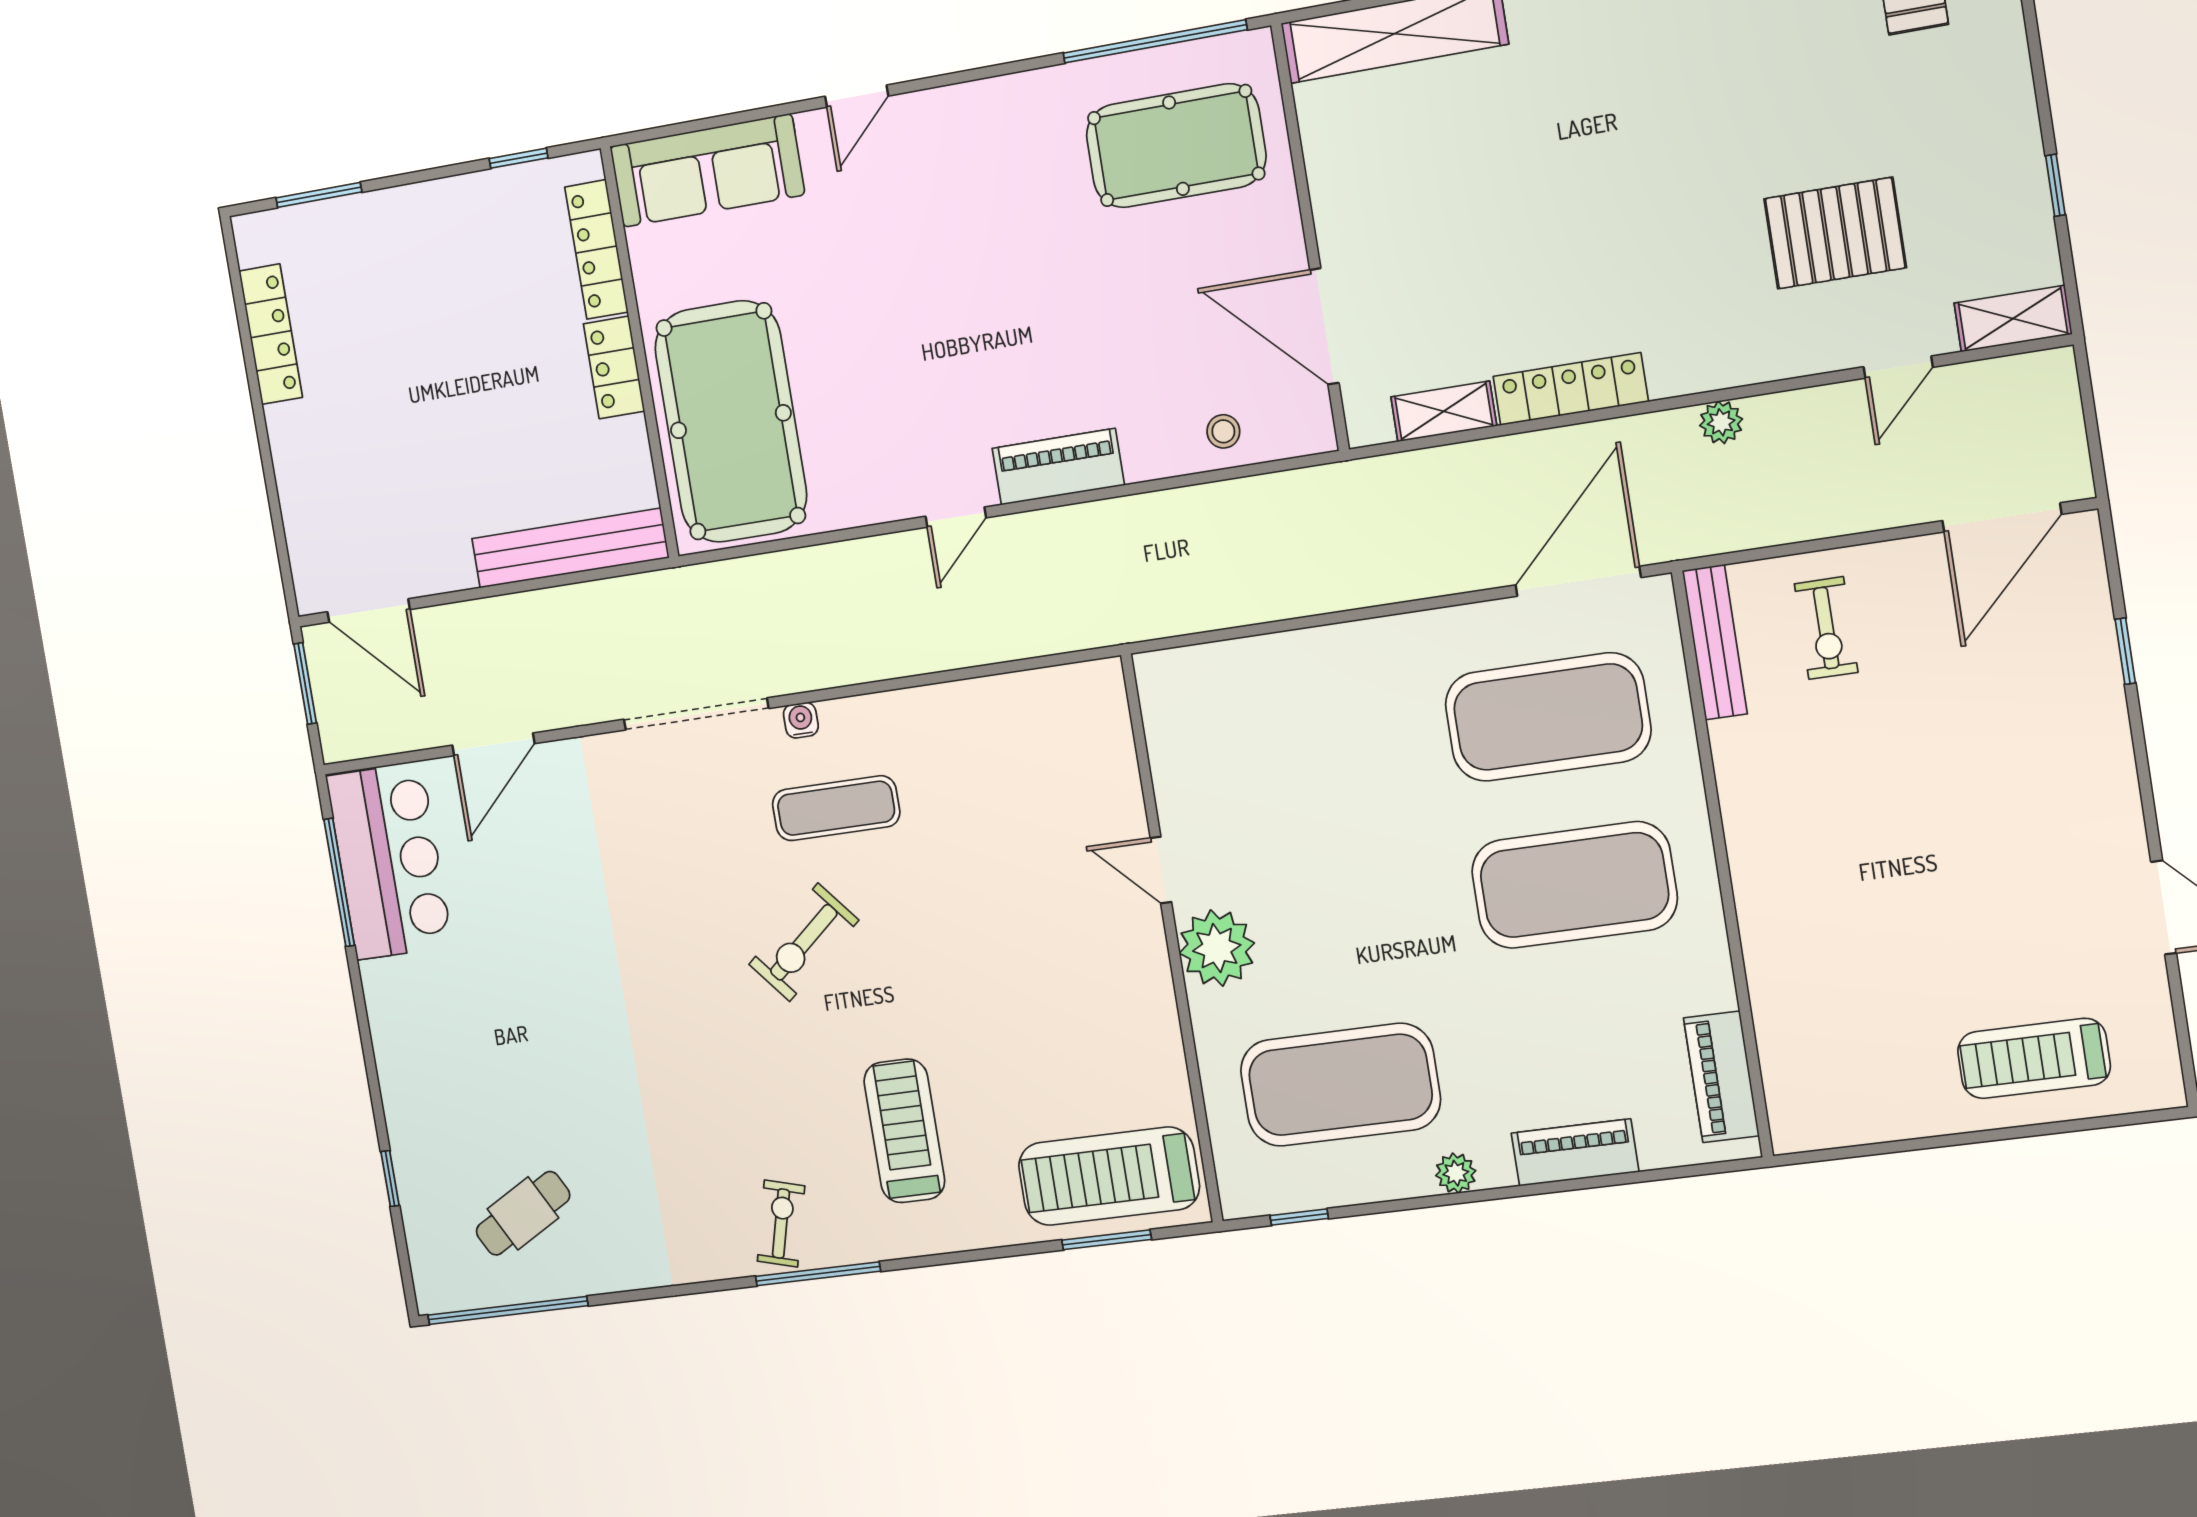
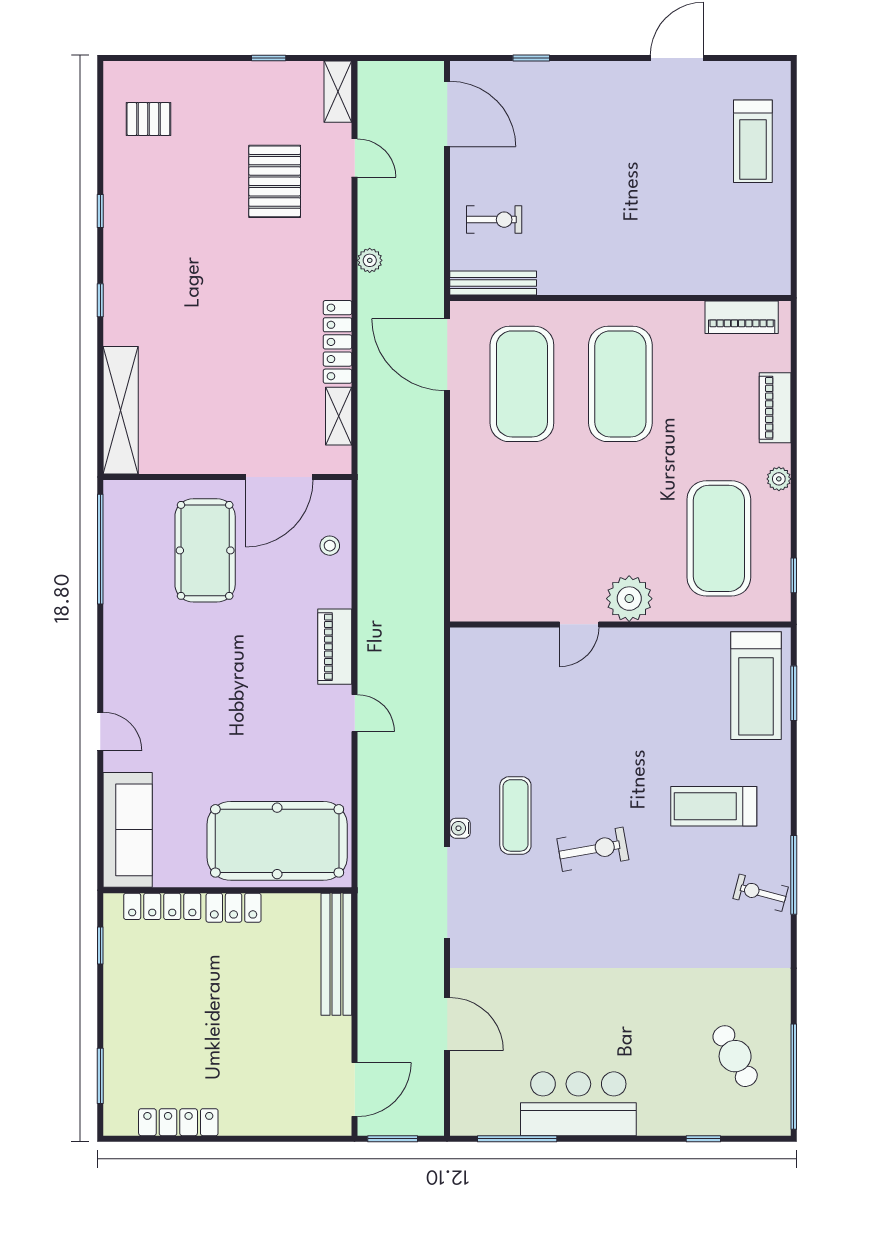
pool table: (1176, 146) -> (205, 550), moved
bar counter: (389, 861) -> (578, 1104), moved
exercise bike: (804, 942) -> (593, 849), turned -60

